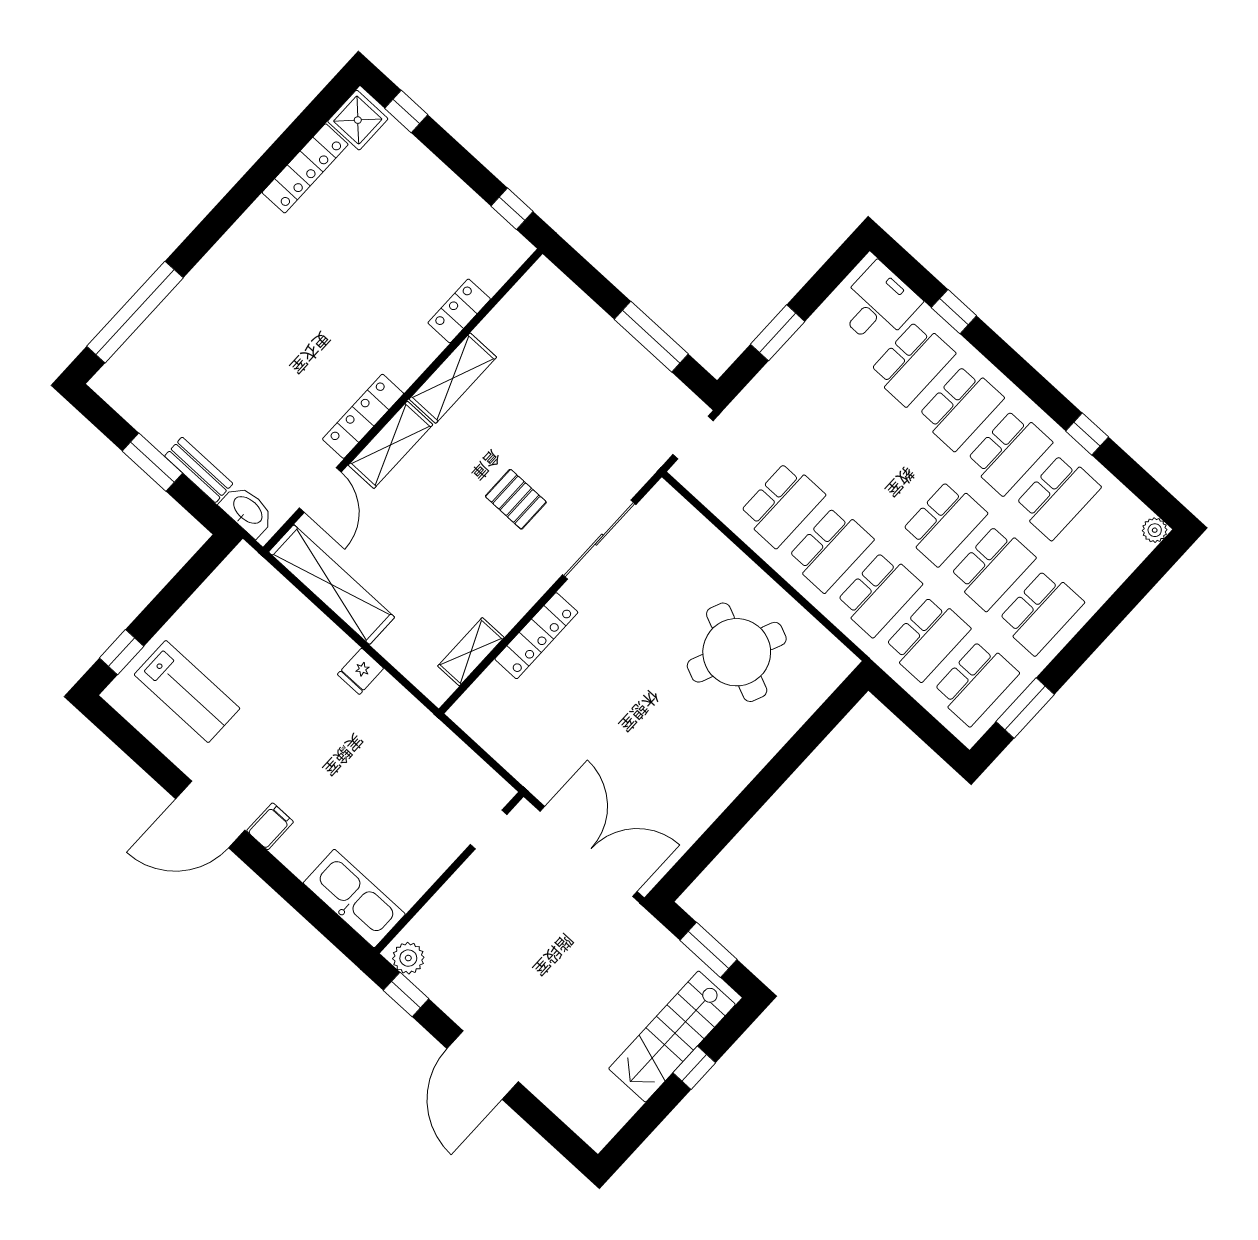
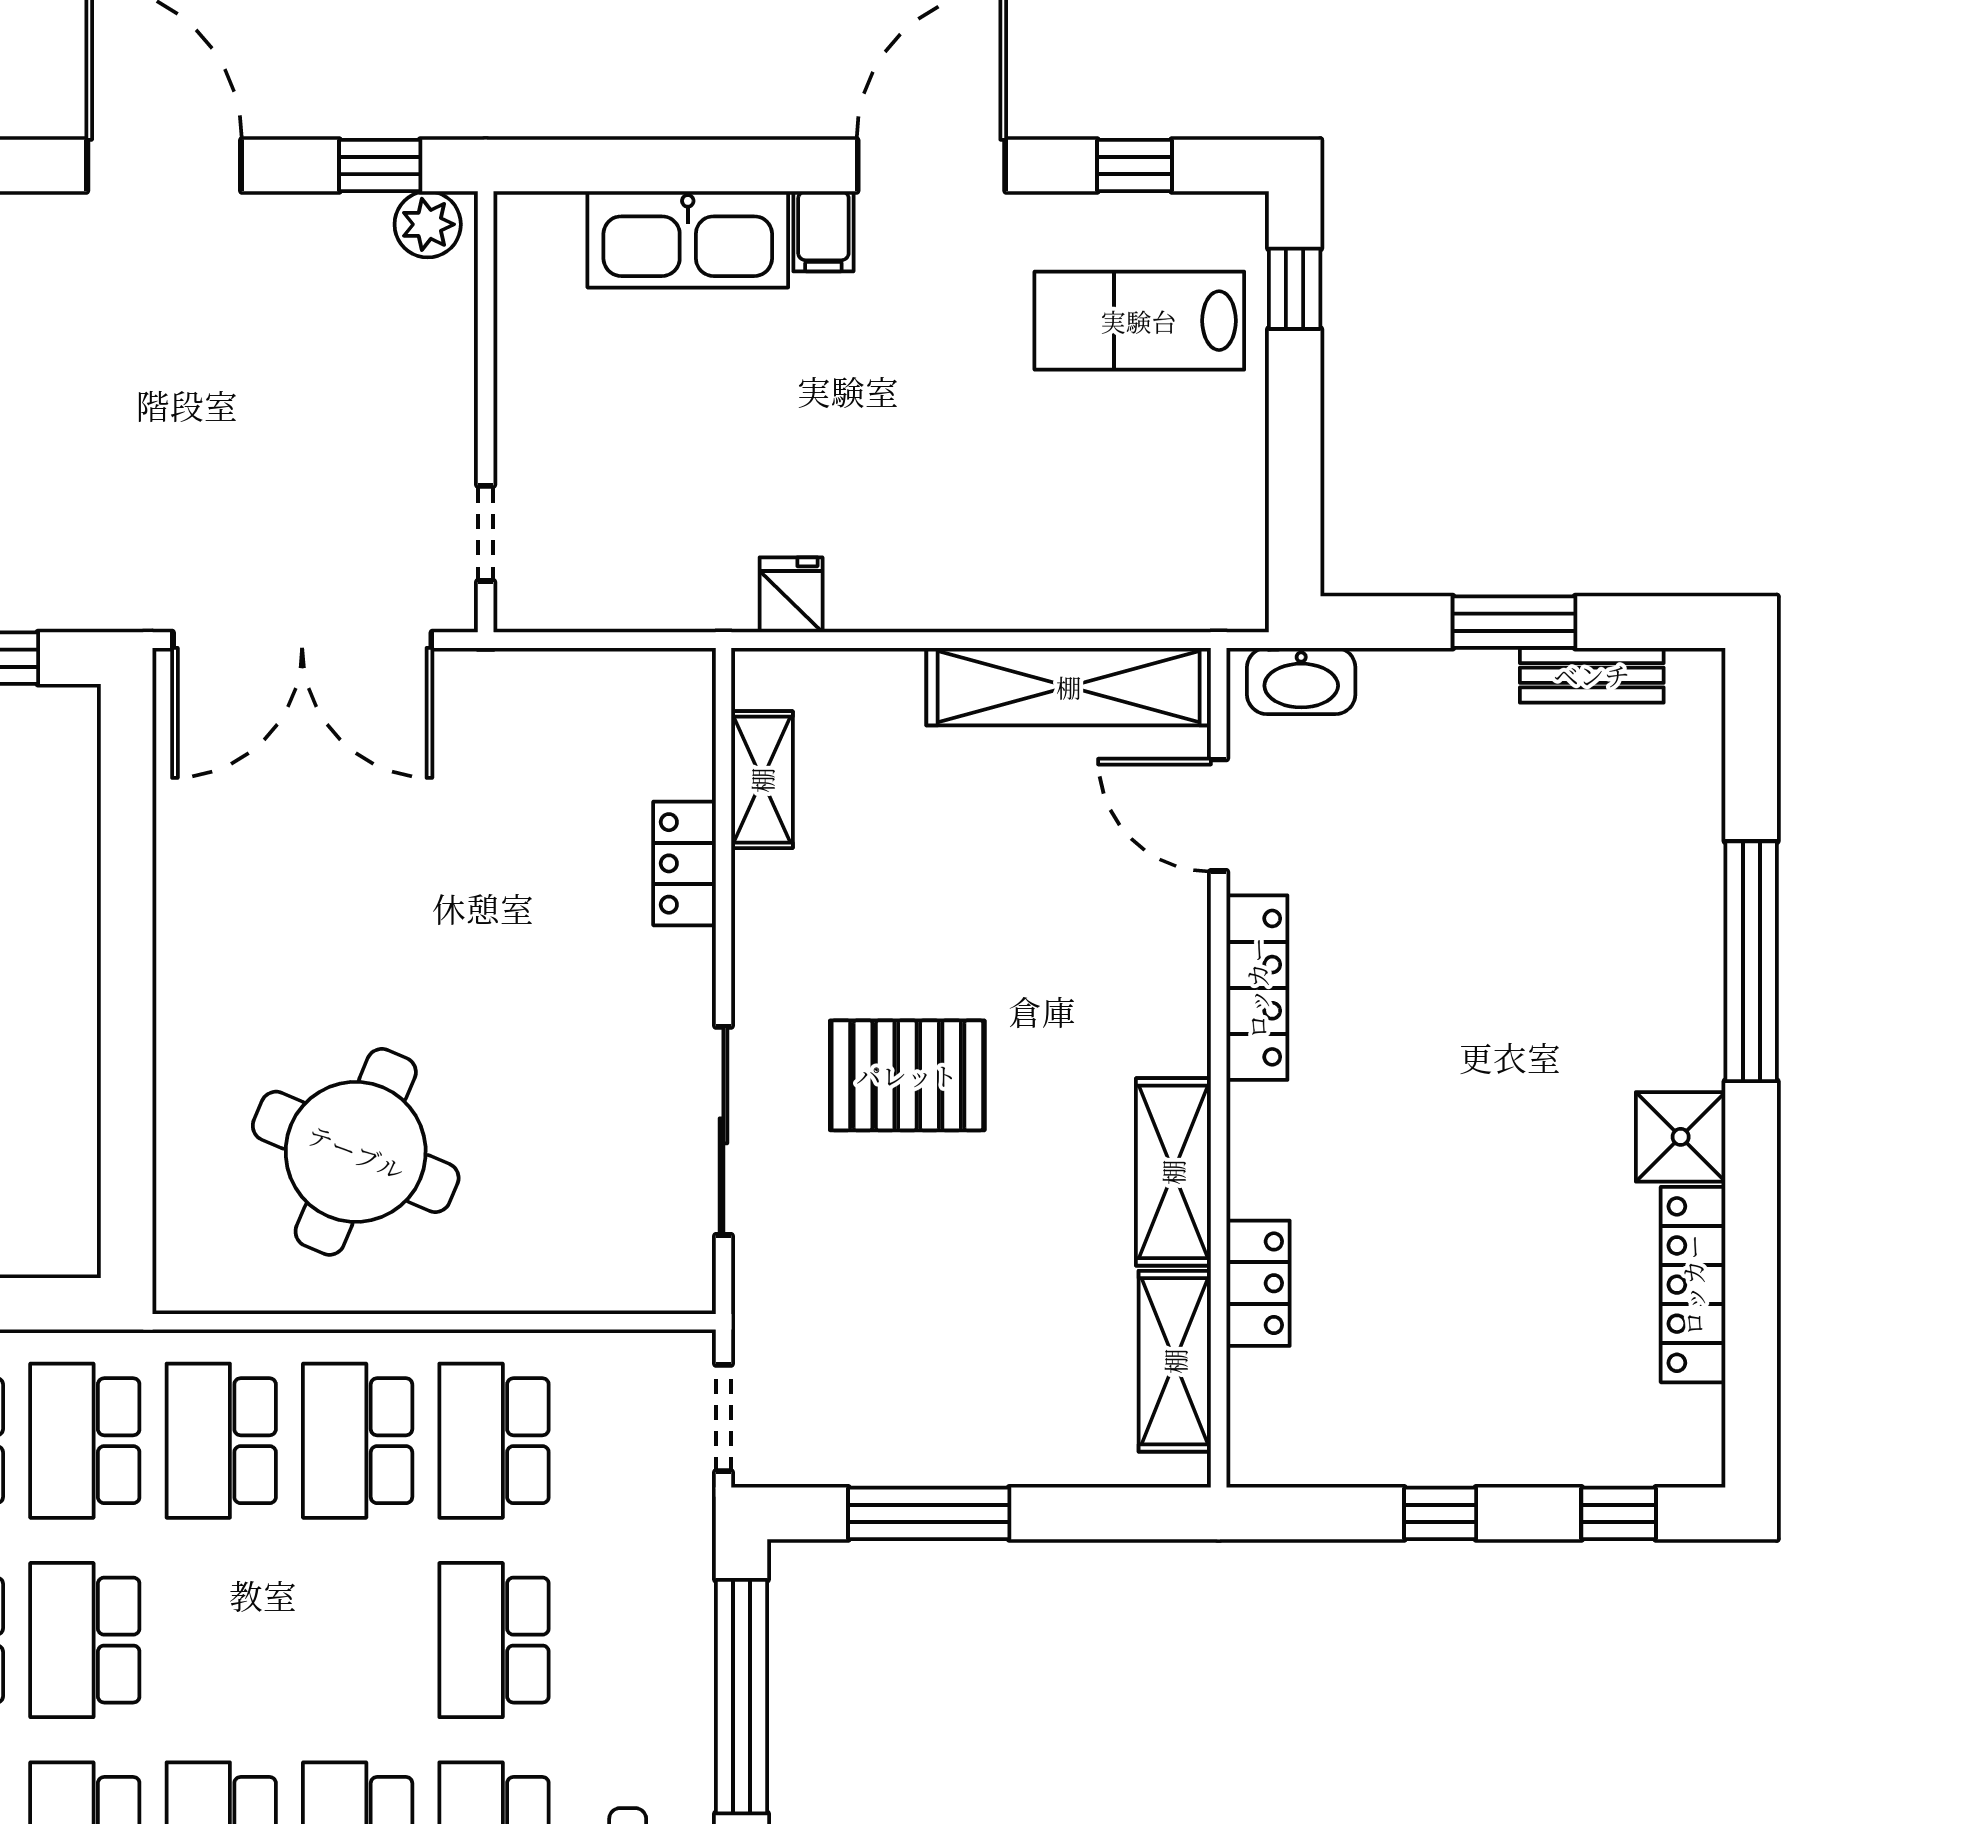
shower: (358, 120) -> (1681, 1137), moved
window: (512, 209) -> (1440, 1513), moved
window: (135, 312) -> (1751, 961), moved
window: (778, 333) -> (741, 1697), width x2.11
shelving: (391, 445) -> (1175, 1361), moved
bench: (199, 470) -> (1592, 675), moved
pallet: (516, 499) -> (907, 1075), width x1.50, depth x1.42
school desk: (944, 523) -> (494, 1640), moved
locker: (536, 636) -> (684, 863), width x0.66
fridge: (360, 671) -> (791, 595), moved
window: (138, 748) -> (1135, 165), added
kitchen sink: (354, 899) -> (688, 239), moved

